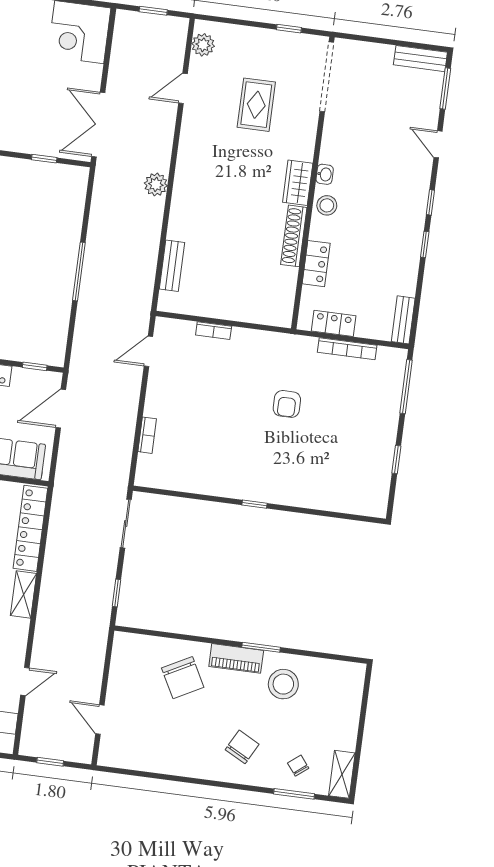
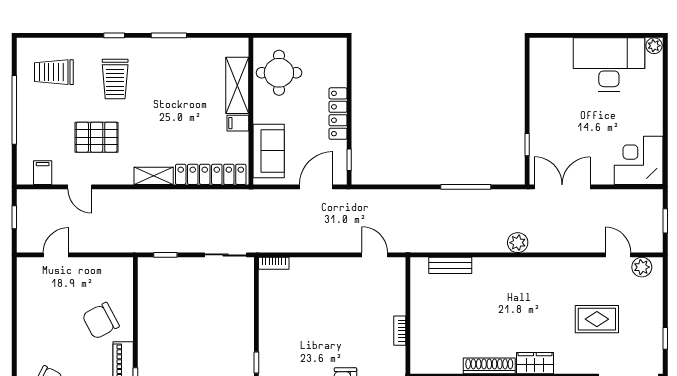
door: (183, 88) -> (618, 255), moved
window: (79, 271) -> (466, 187), moved
bookcase: (214, 331) -> (400, 331), moved
door: (61, 409) -> (316, 187), hinge flipped
bookcase: (147, 435) -> (274, 263), moved

